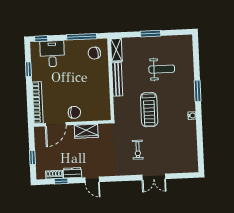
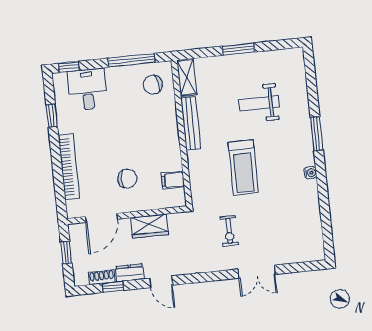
weight bench: (162, 69) -> (259, 103), turned 180
filing cabinet: (104, 115) -> (173, 180), added
wall: (72, 123) -> (127, 215), moved
door: (56, 124) -> (101, 218), moved
wardrobe: (86, 131) -> (149, 226), moved

